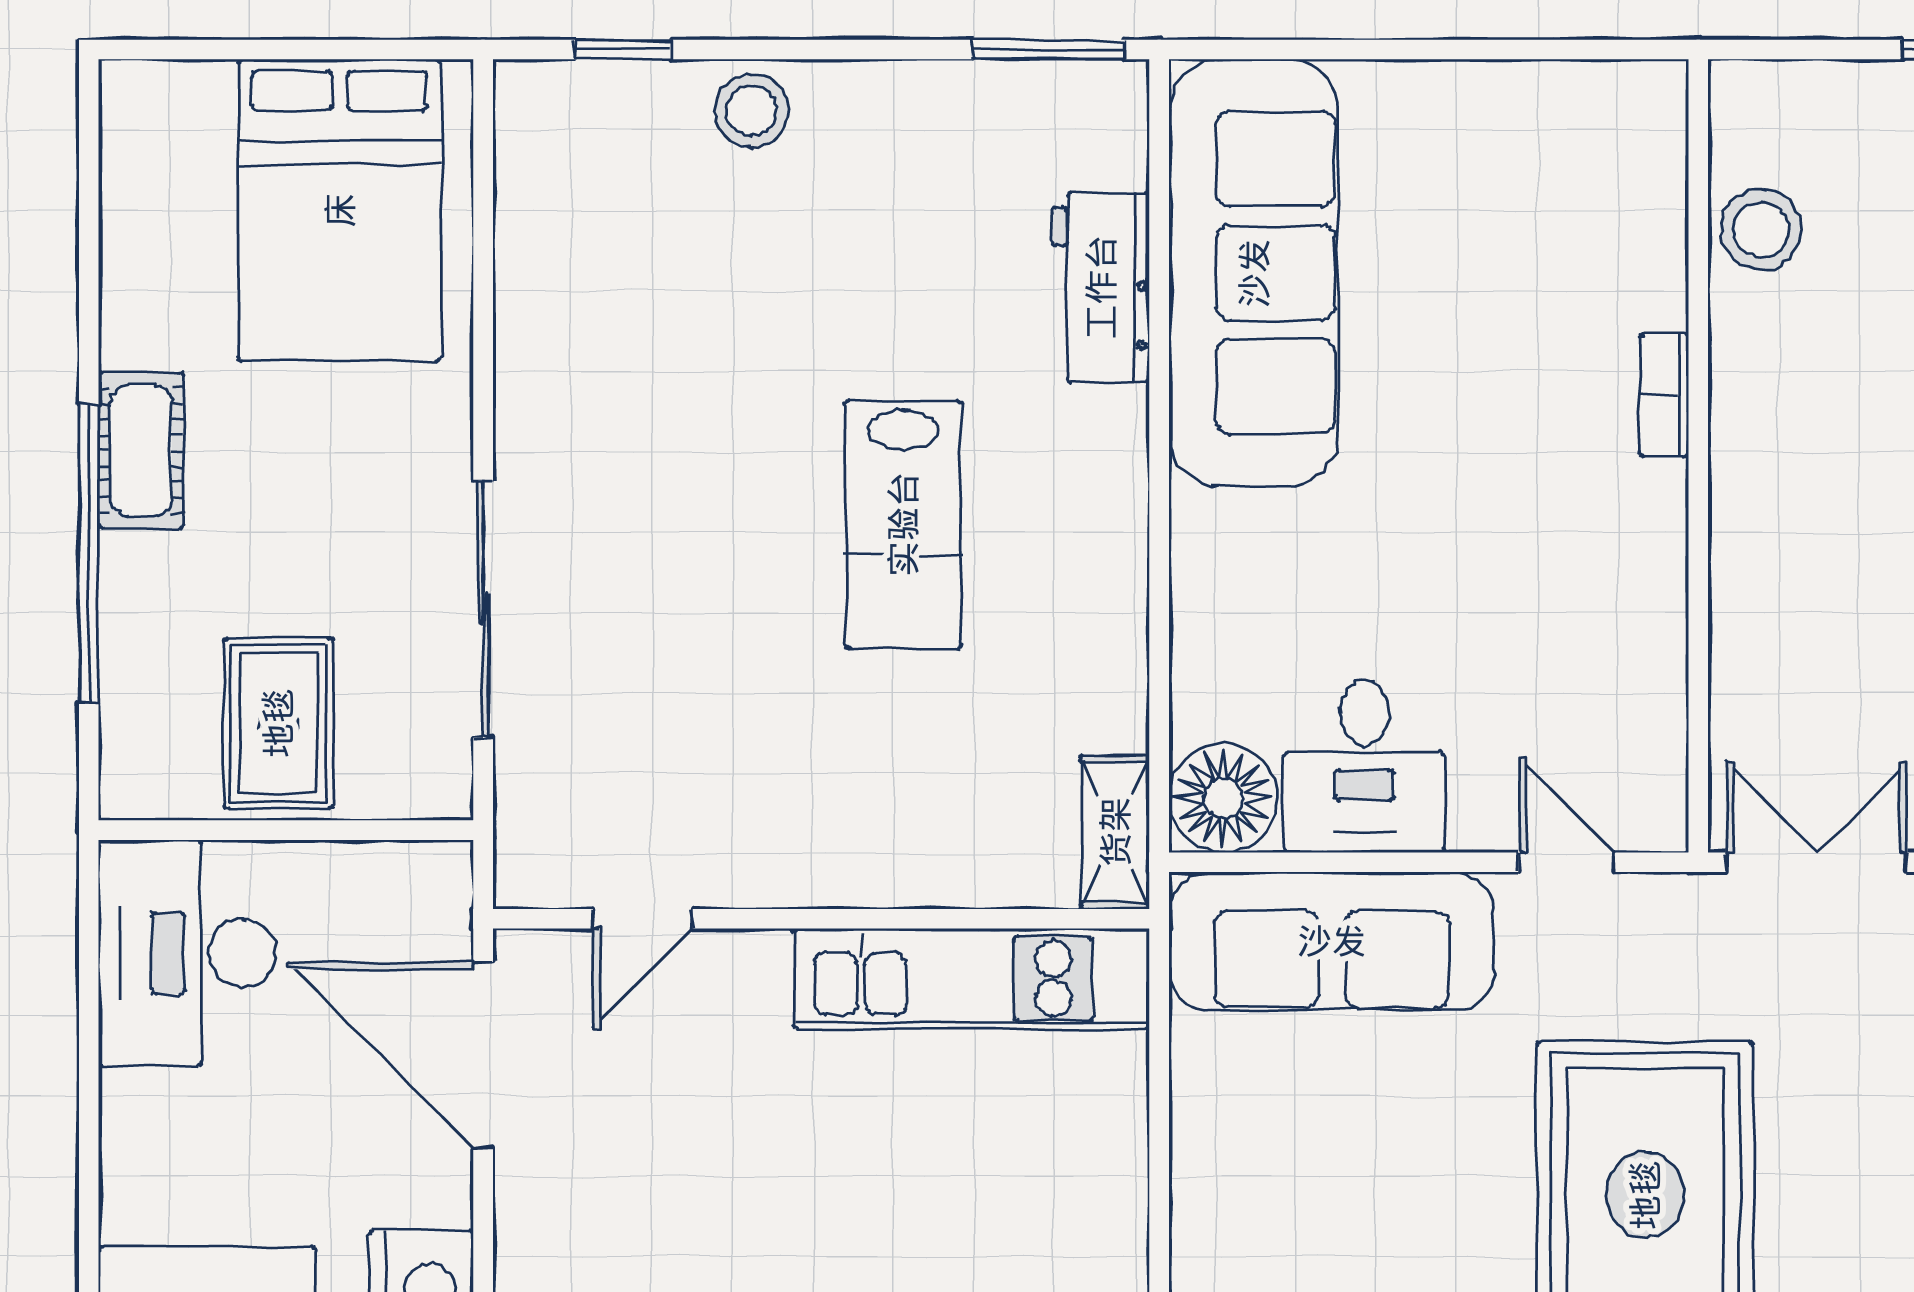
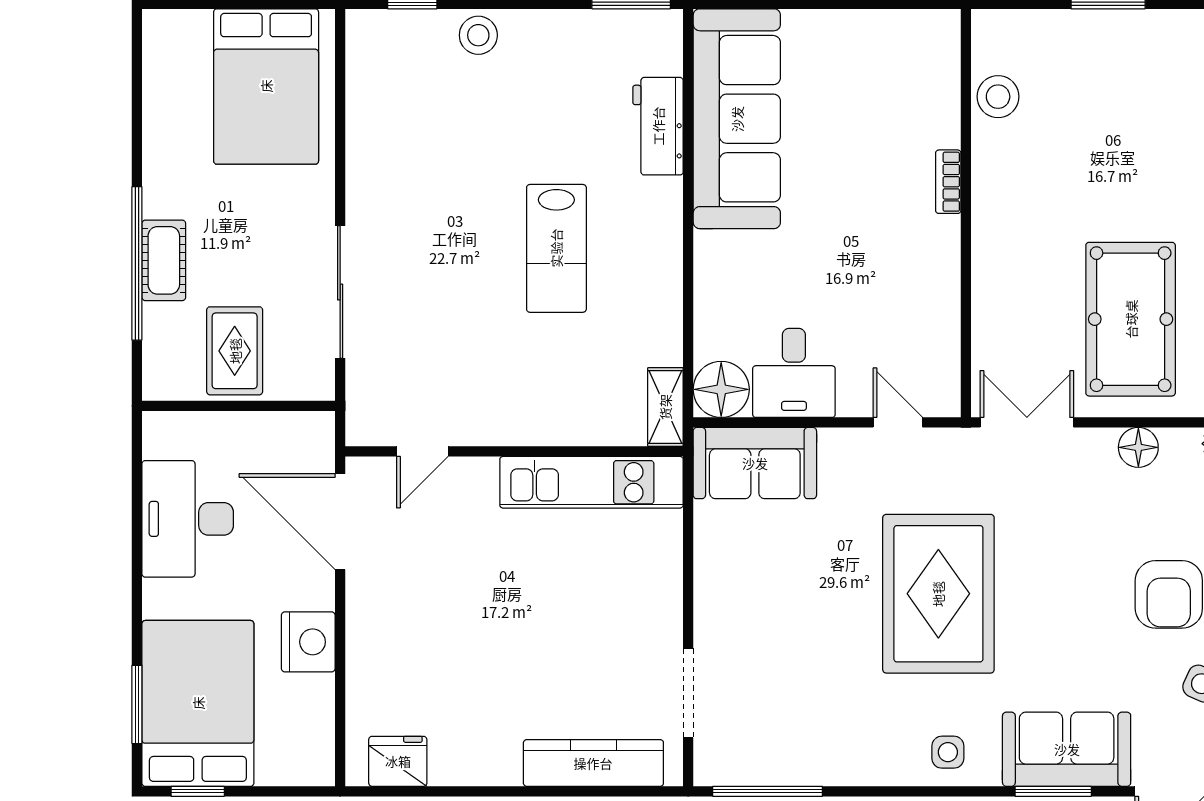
cot: (141, 450) -> (164, 260), moved
sofa: (1332, 941) -> (755, 463), width x0.73
desk: (187, 953) -> (188, 519), moved

